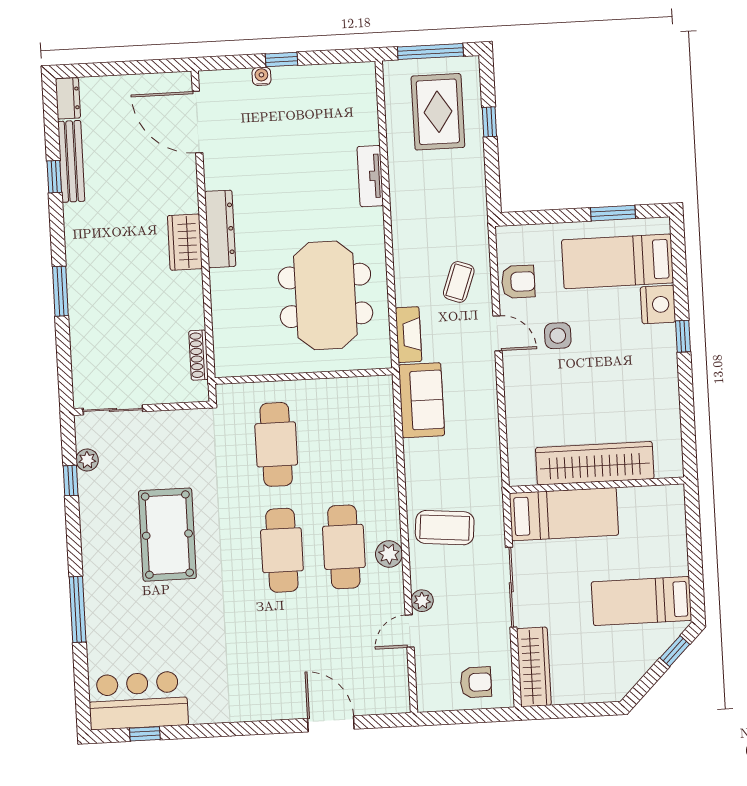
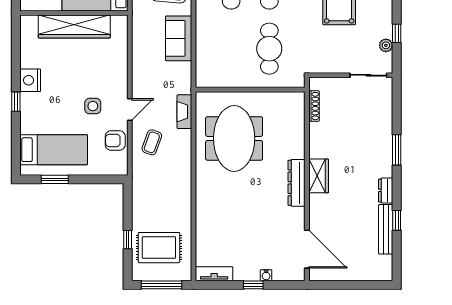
dresser: (68, 98) -> (386, 190), moved
rug: (438, 112) -> (159, 248), turned 90
tv unit: (370, 176) -> (214, 274), moved, turned -90
nightstand: (658, 305) -> (30, 80), moved
door: (497, 333) -> (130, 110), swing flipped
sofa: (421, 400) -> (179, 38), moved

